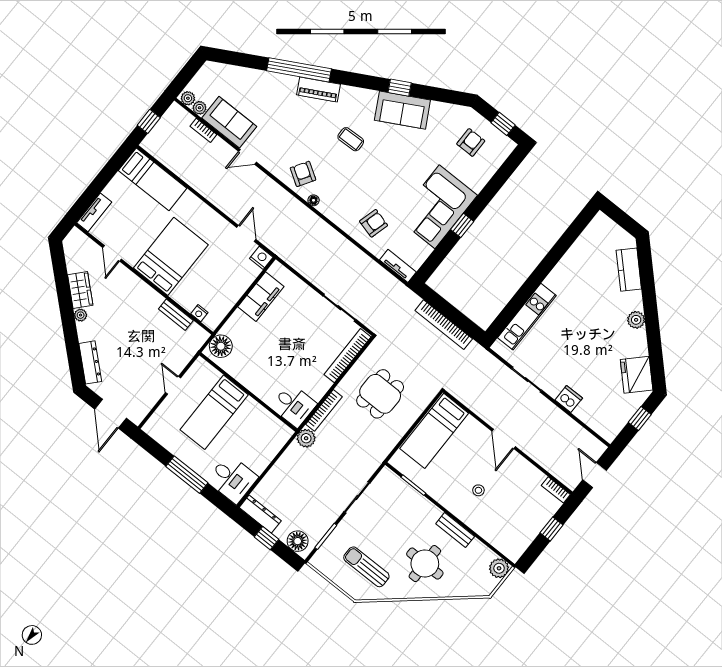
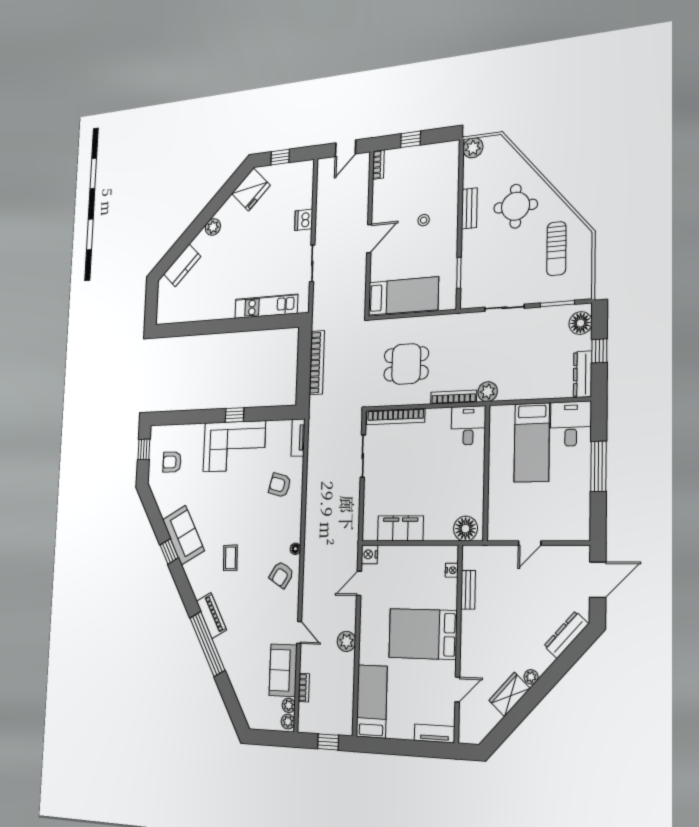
plant: (211, 191) -> (346, 641), added
bed: (214, 412) -> (532, 442), moved, turned 90

